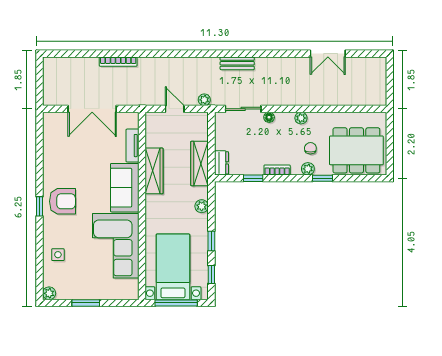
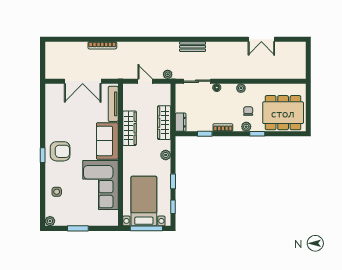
tv unit: (133, 146) -> (113, 104), width x1.41

